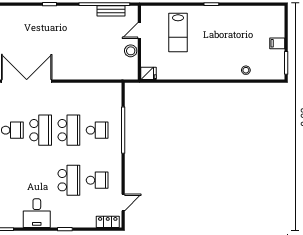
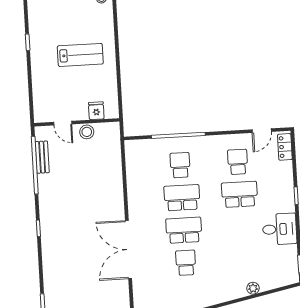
lab bench: (178, 33) -> (80, 55), moved
fridge: (149, 73) -> (96, 111), moved
door: (123, 203) -> (262, 131), swing flipped

